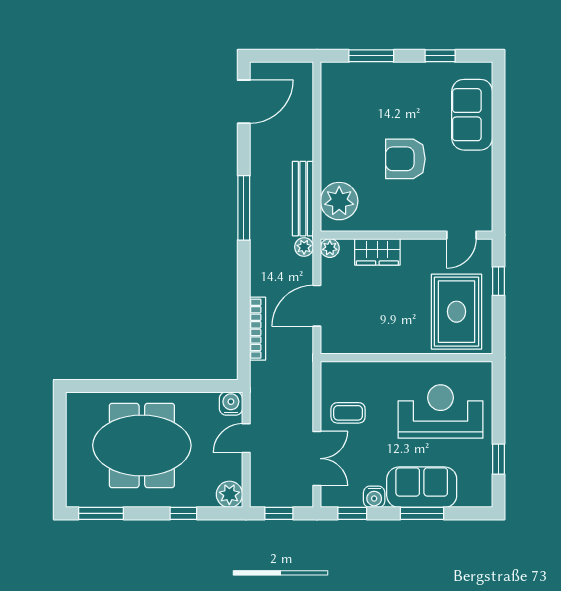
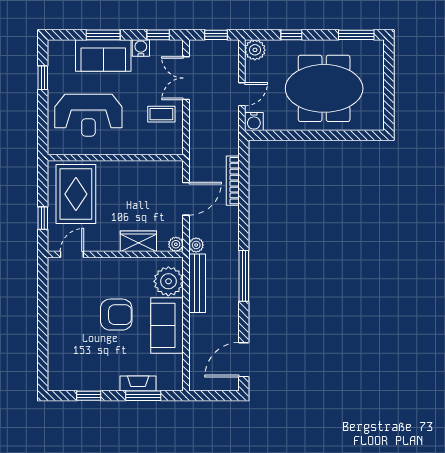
fireplace: (378, 71) -> (138, 384), added
sofa: (472, 115) -> (167, 325), moved, turned 180

